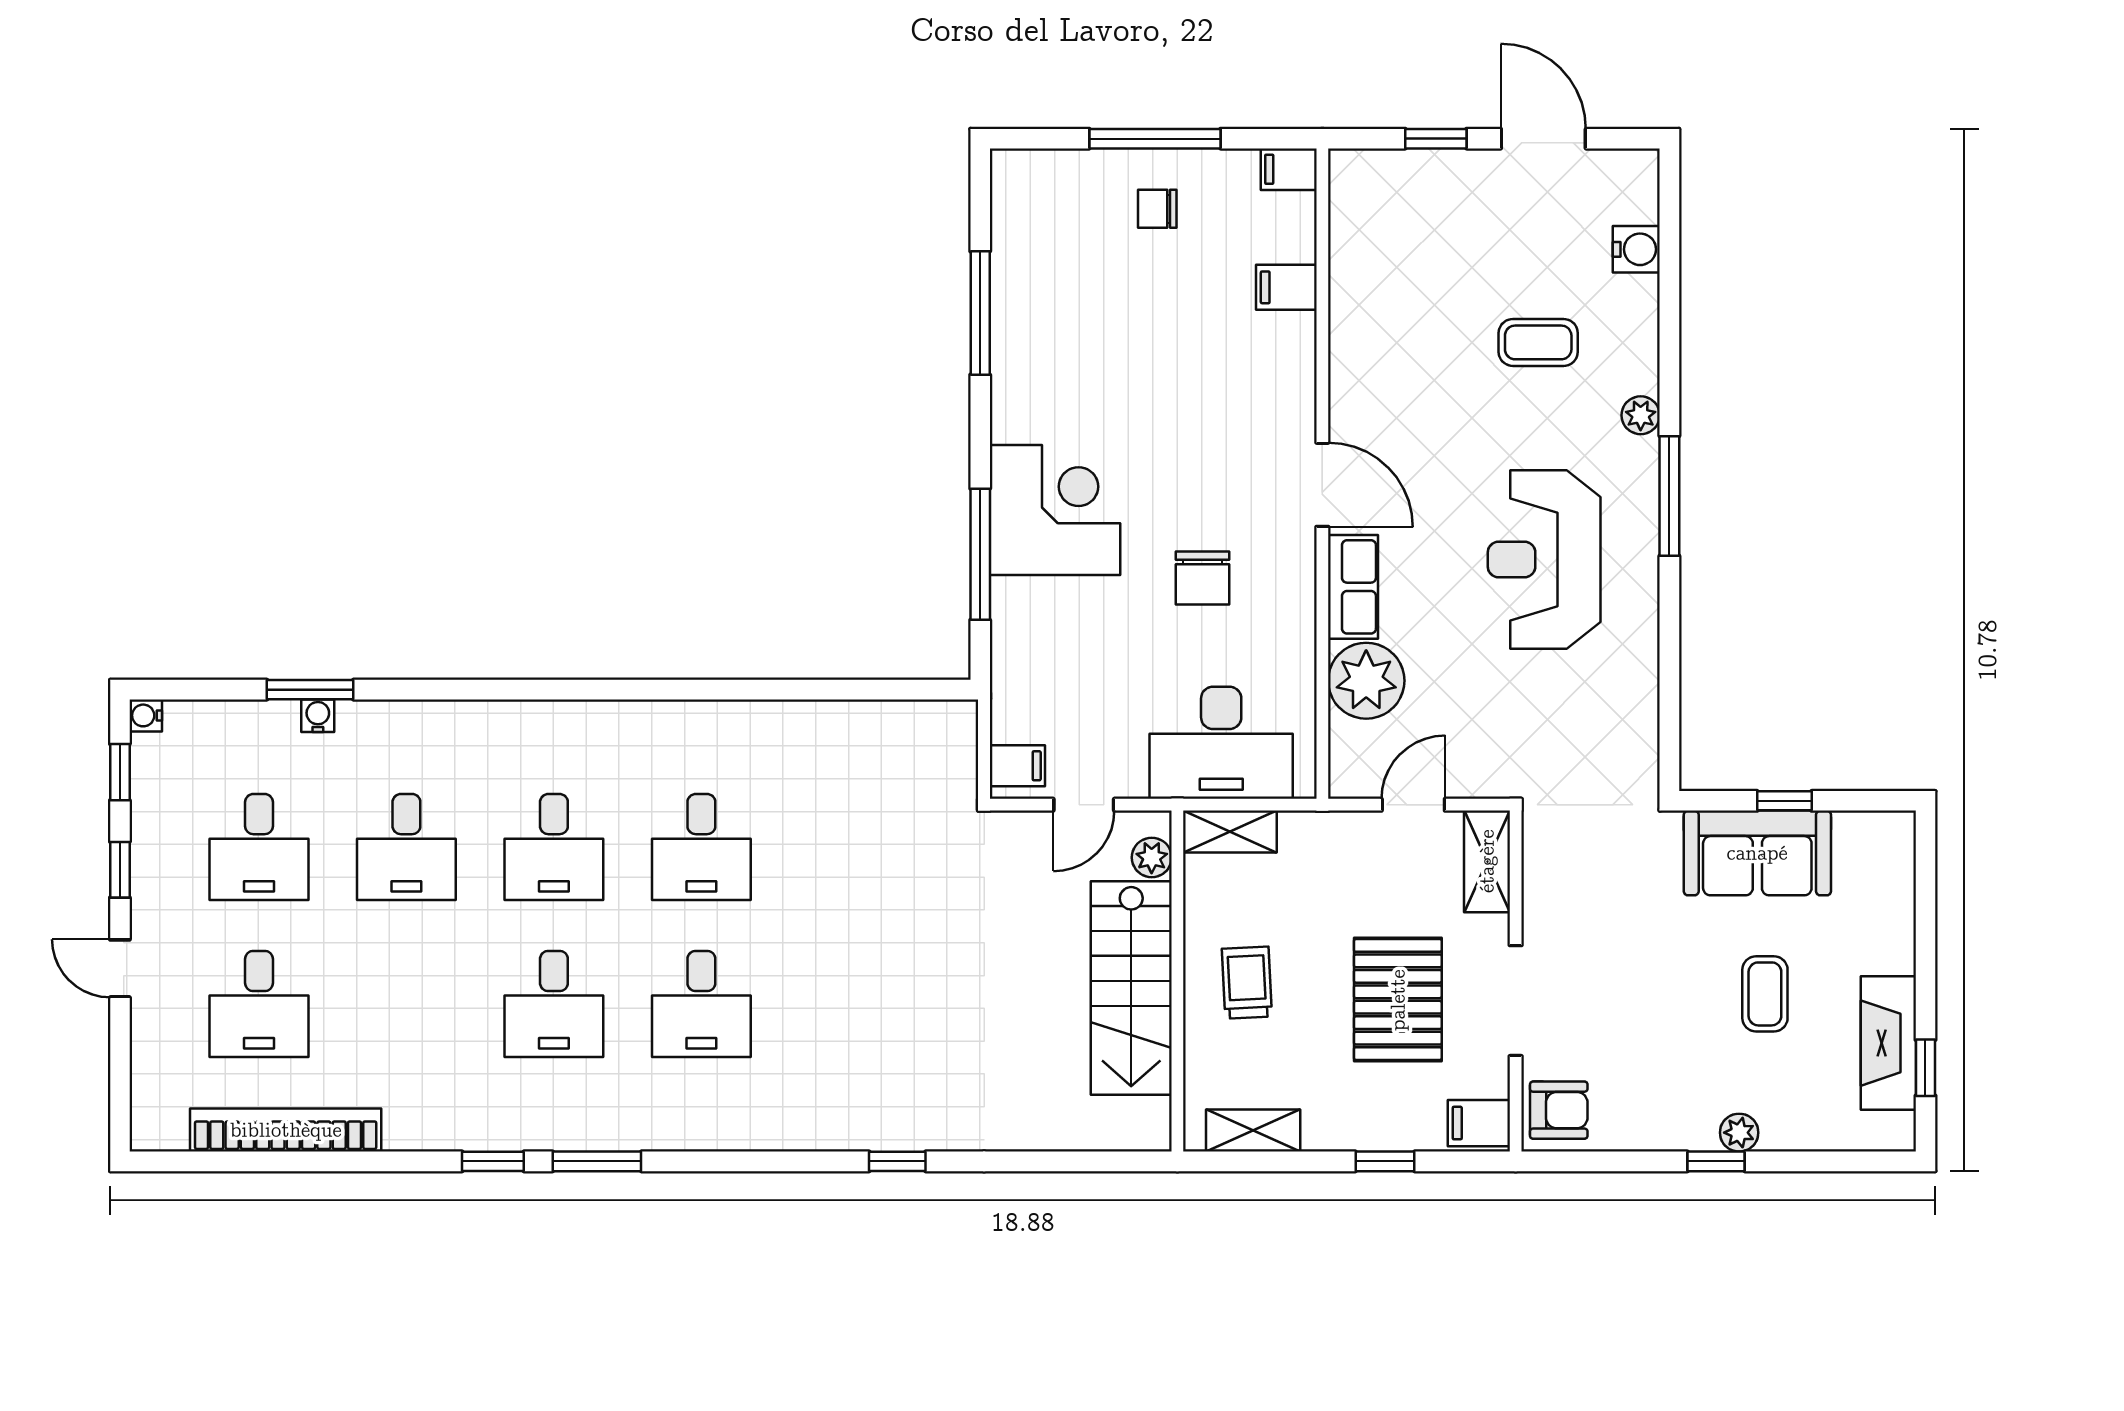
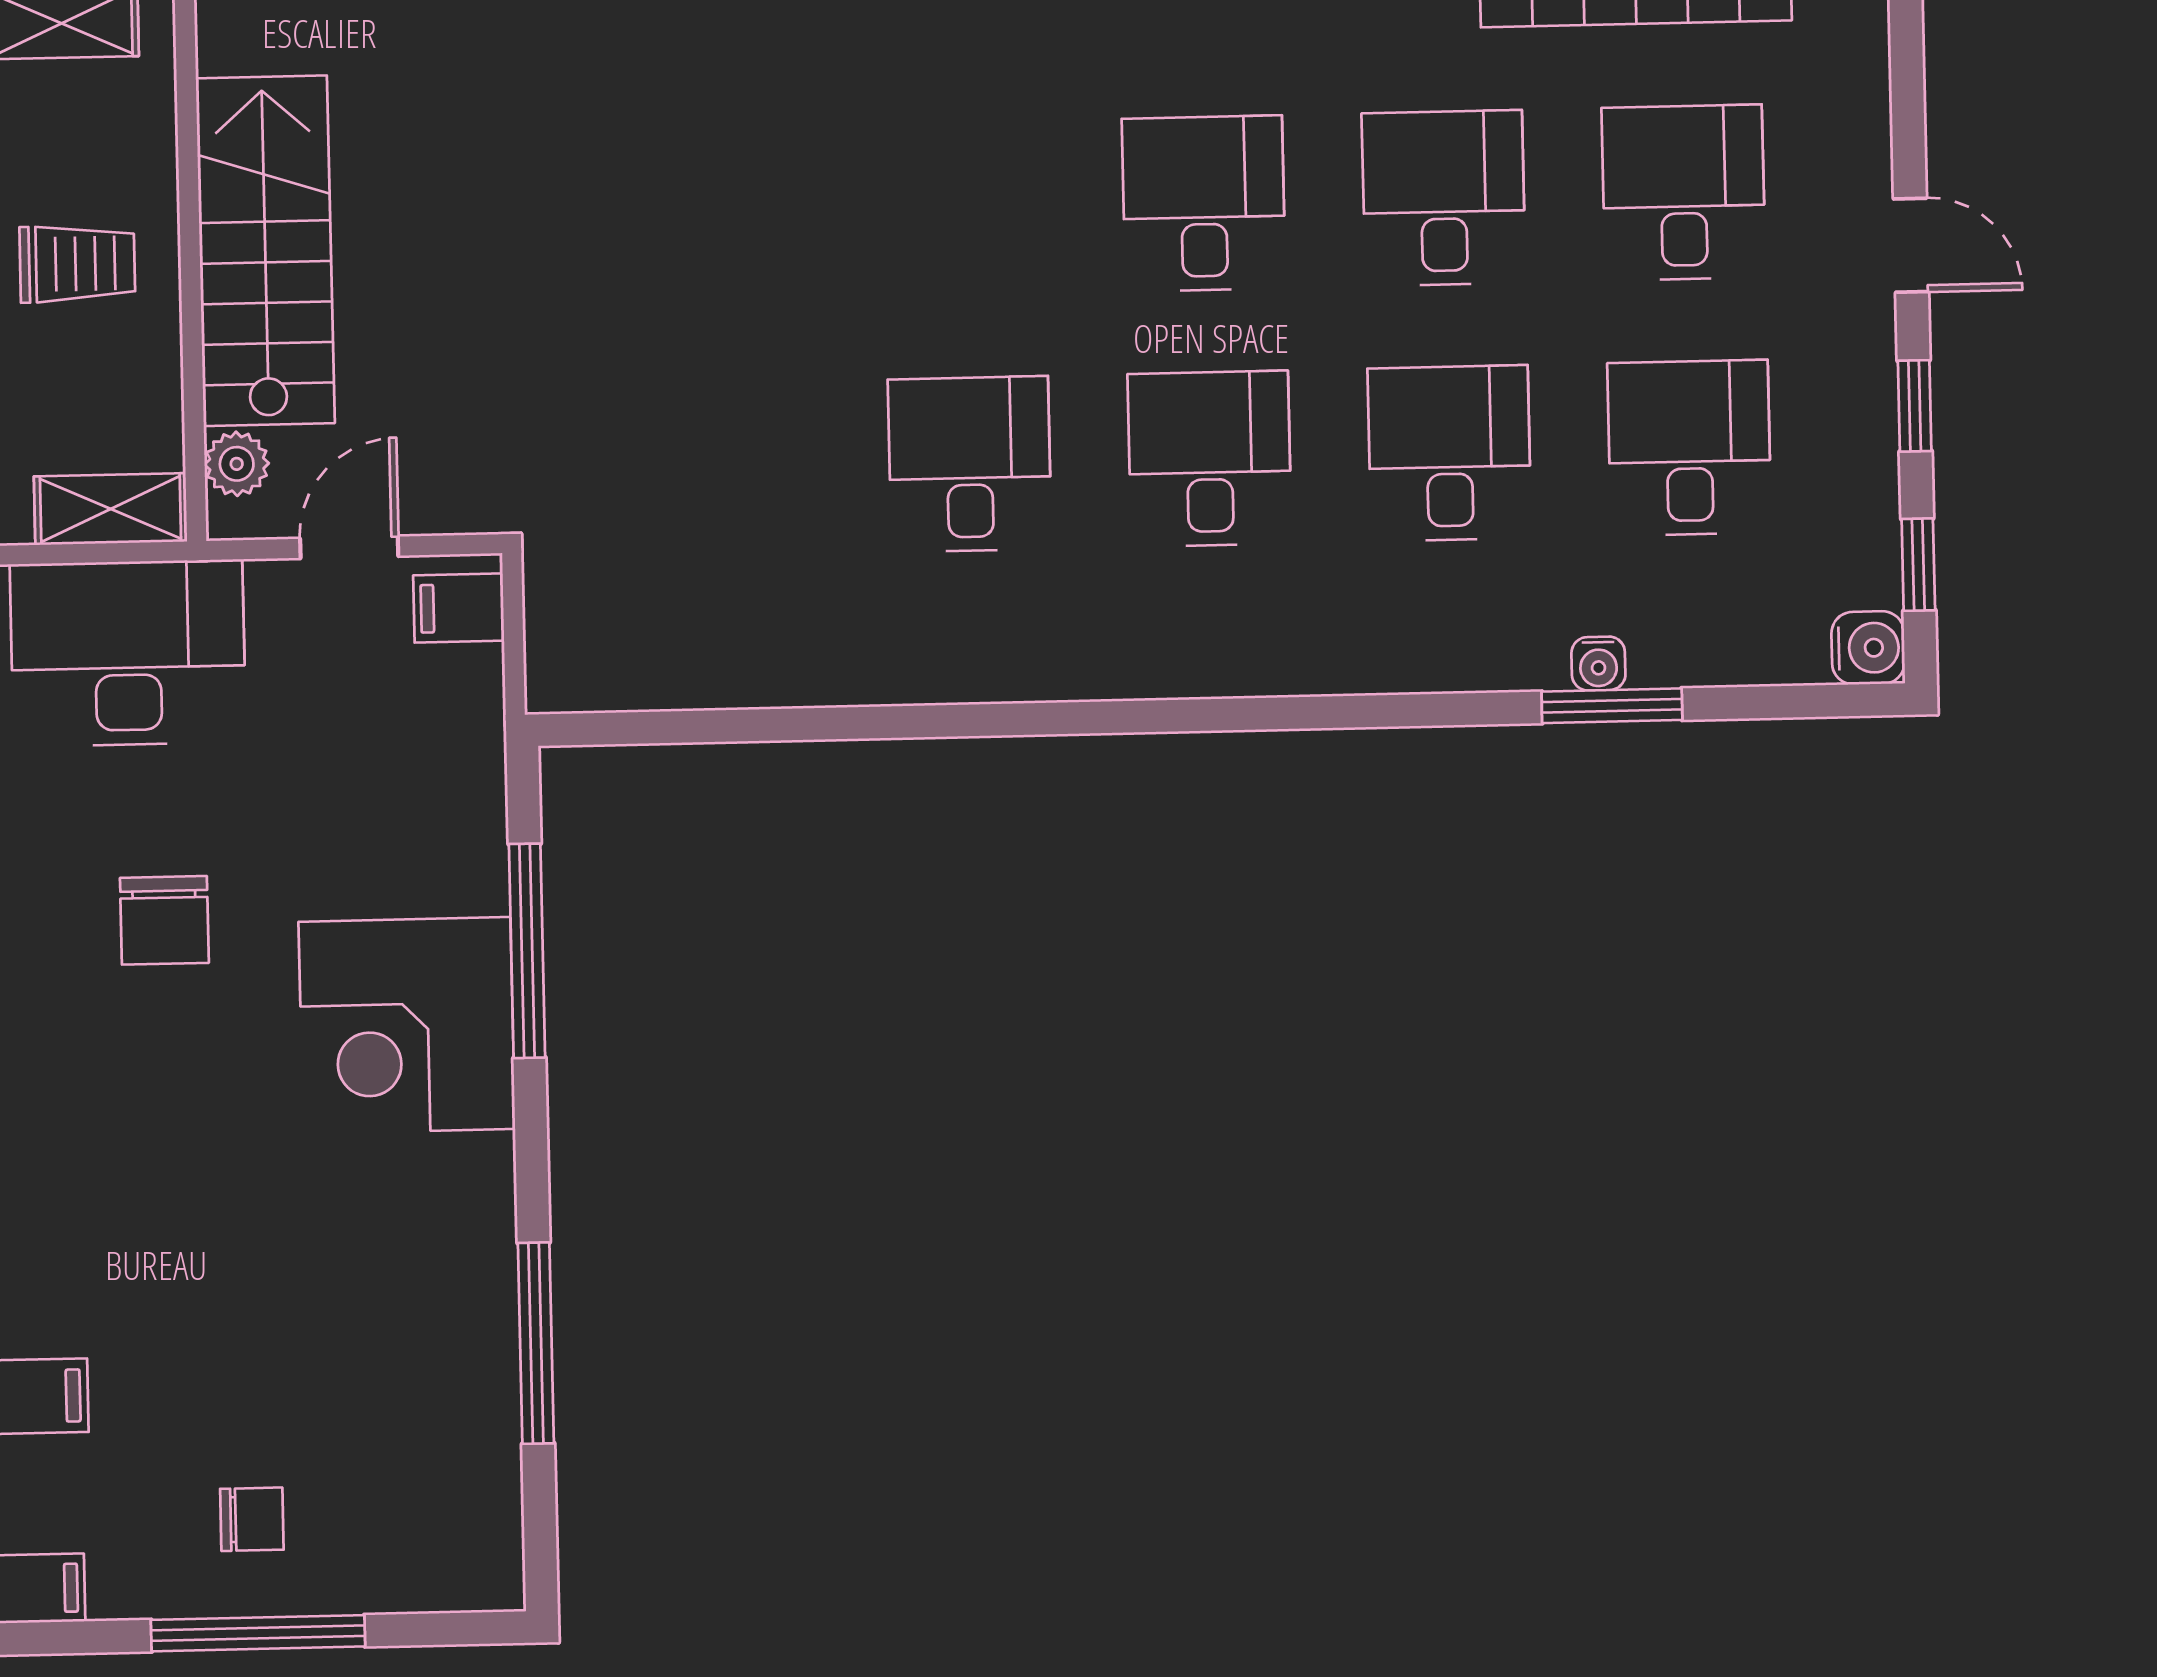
chair: (1203, 578) -> (164, 920), turned 180
water cooler: (146, 715) -> (1868, 648), width x1.38, depth x1.38
trolley: (1247, 983) -> (77, 264), turned -87
desk: (701, 1004) -> (1444, 198), moved

